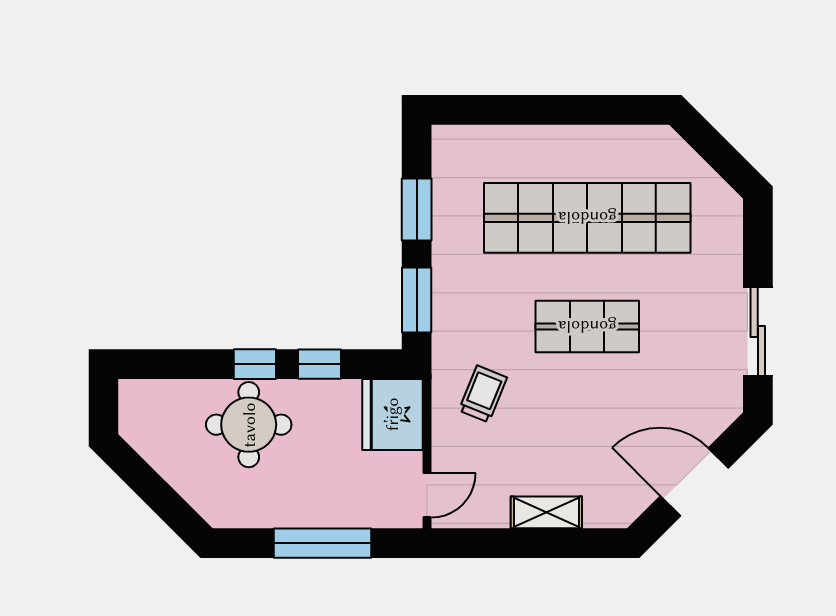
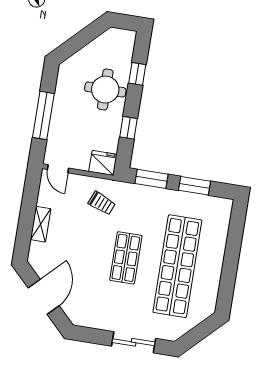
sliding door: (758, 331) -> (134, 342), moved
window: (255, 364) -> (137, 74), moved
fridge: (392, 414) -> (103, 163), width x0.73, depth x0.75

